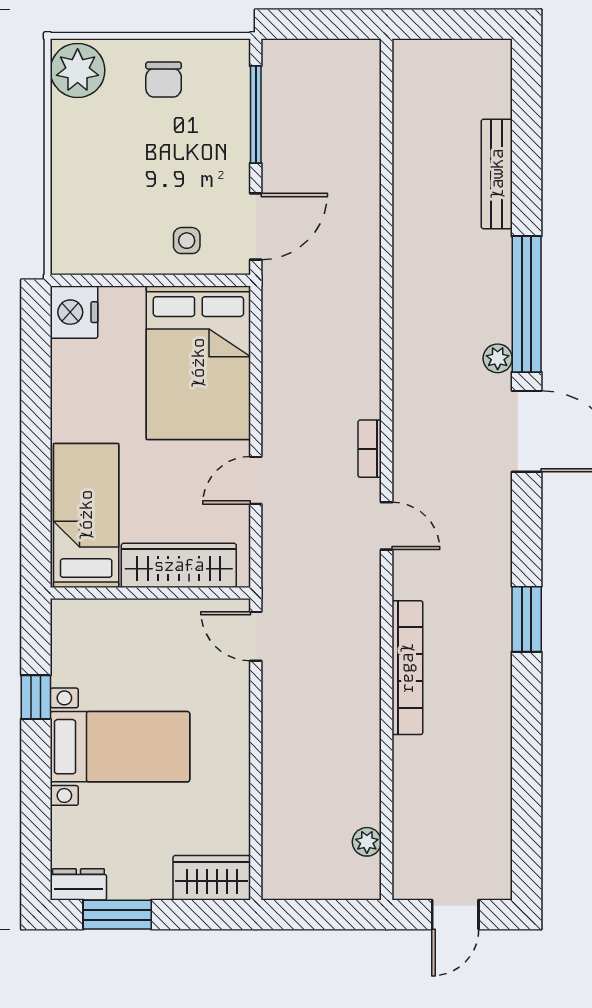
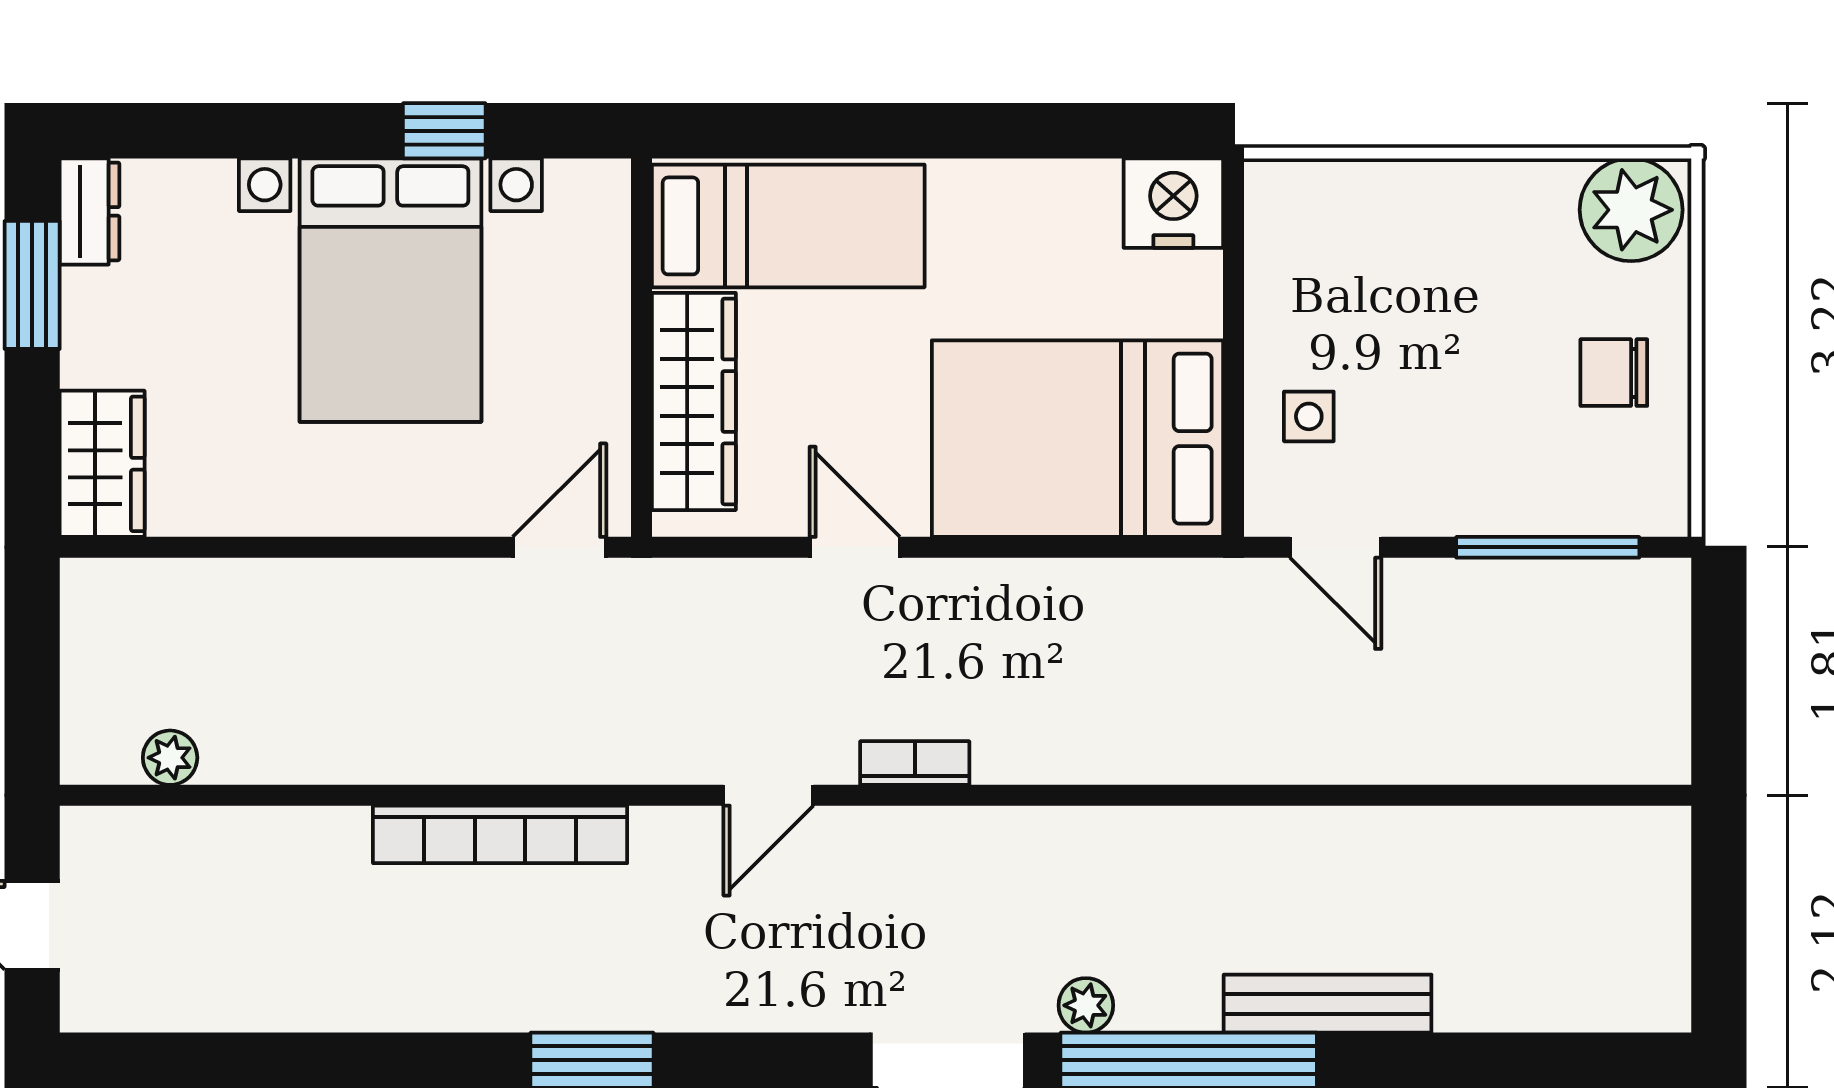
bench: (497, 174) -> (1328, 1004), moved
door: (256, 226) -> (1336, 547), width x0.73
bed with nightstands: (120, 747) -> (390, 290), width x1.36

